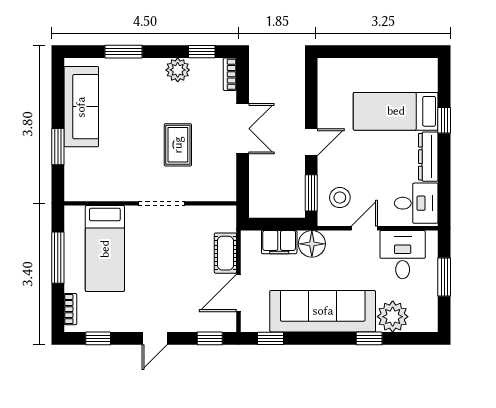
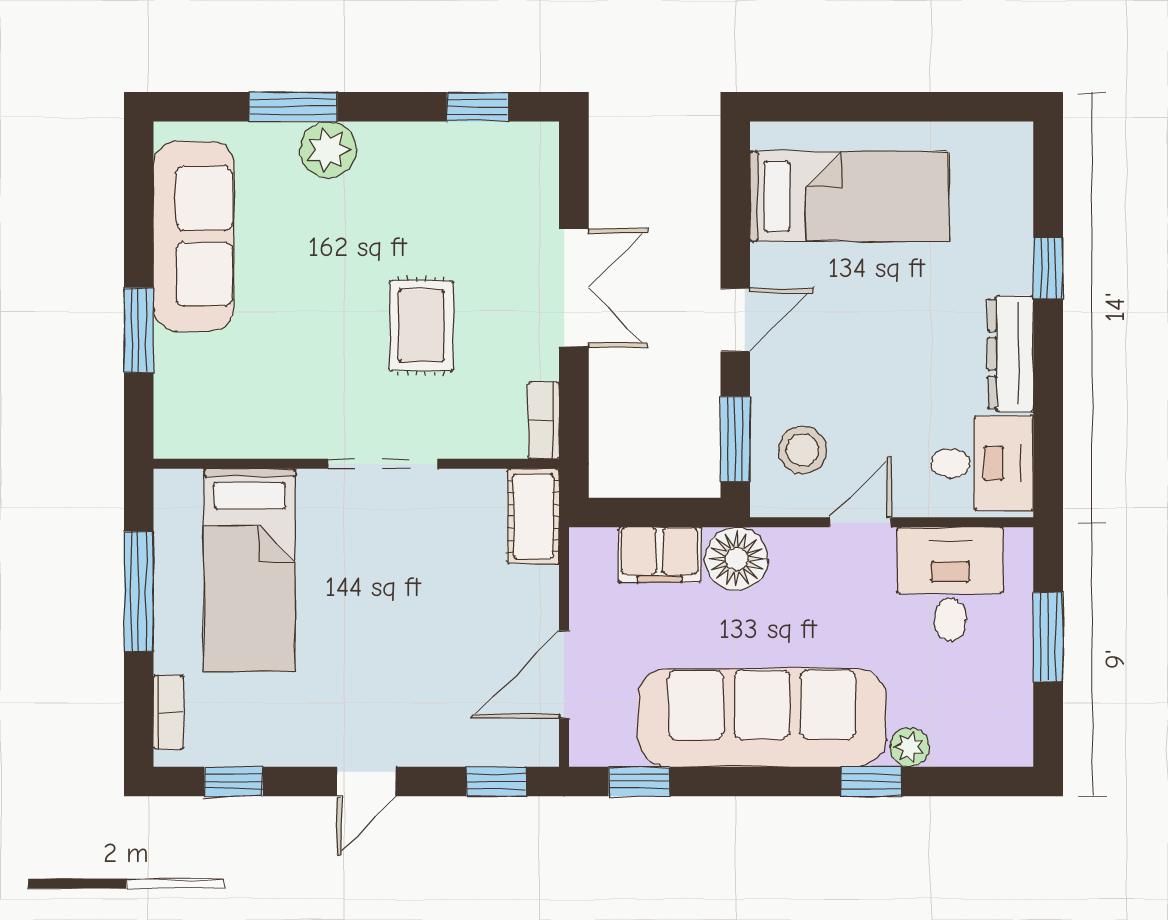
plant: (178, 70) -> (328, 150), moved
bookcase: (230, 74) -> (544, 420), moved
bed: (396, 111) -> (849, 196), moved, turned 180
cot: (225, 253) -> (533, 516), moved
plant: (393, 317) -> (910, 747), width x0.53, depth x0.53

